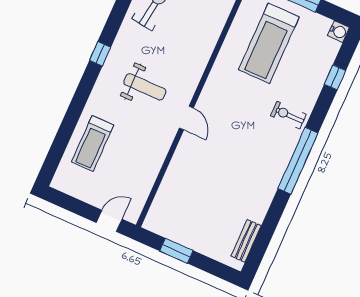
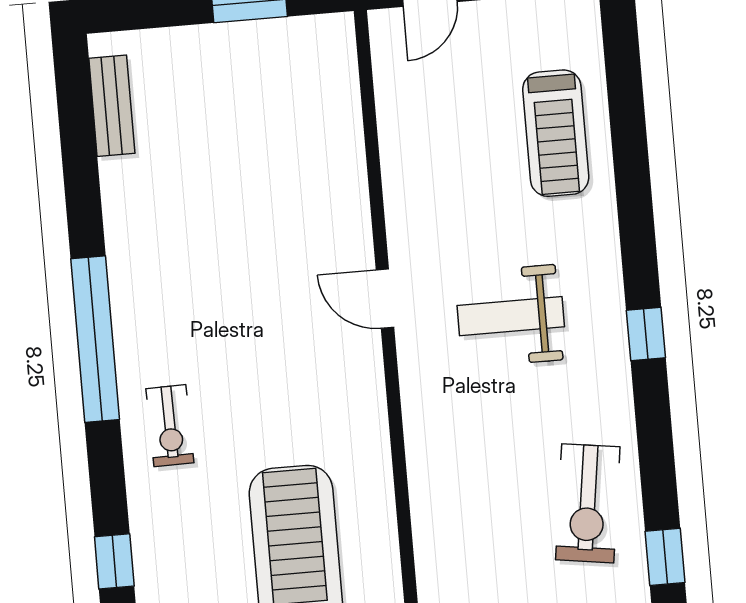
exercise bike: (288, 115) -> (170, 426), turned 89
treadmill: (93, 143) -> (556, 133), turned 180

